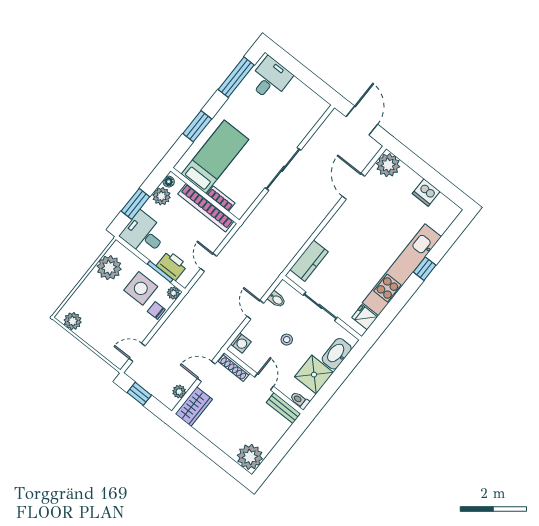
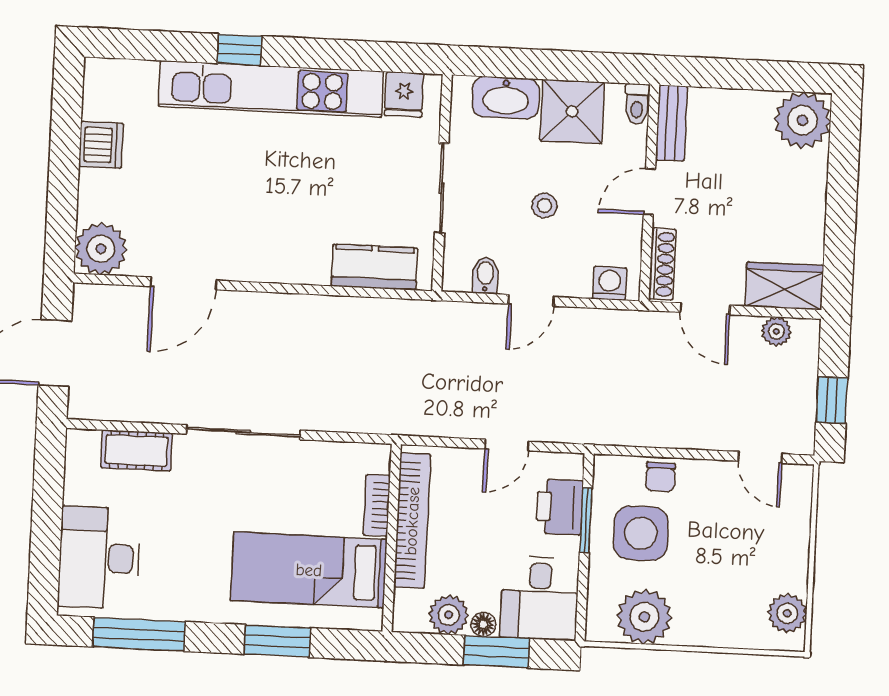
desk: (270, 79) -> (99, 558), width x1.37
cot: (304, 125) -> (136, 450), added
floor lamp: (169, 182) -> (483, 624), moved
plant: (174, 293) -> (607, 469), removed

